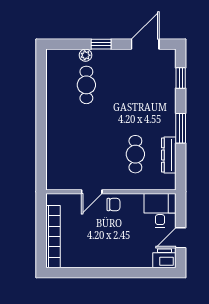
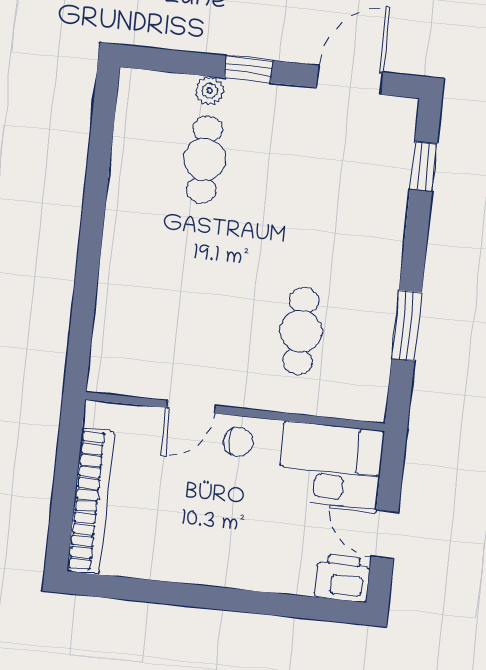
window: (181, 128) -> (407, 326), moved
dresser: (169, 155) -> (377, 341), removed
desk: (160, 210) -> (330, 465), width x1.37
door: (181, 238) -> (385, 534), hinge flipped

